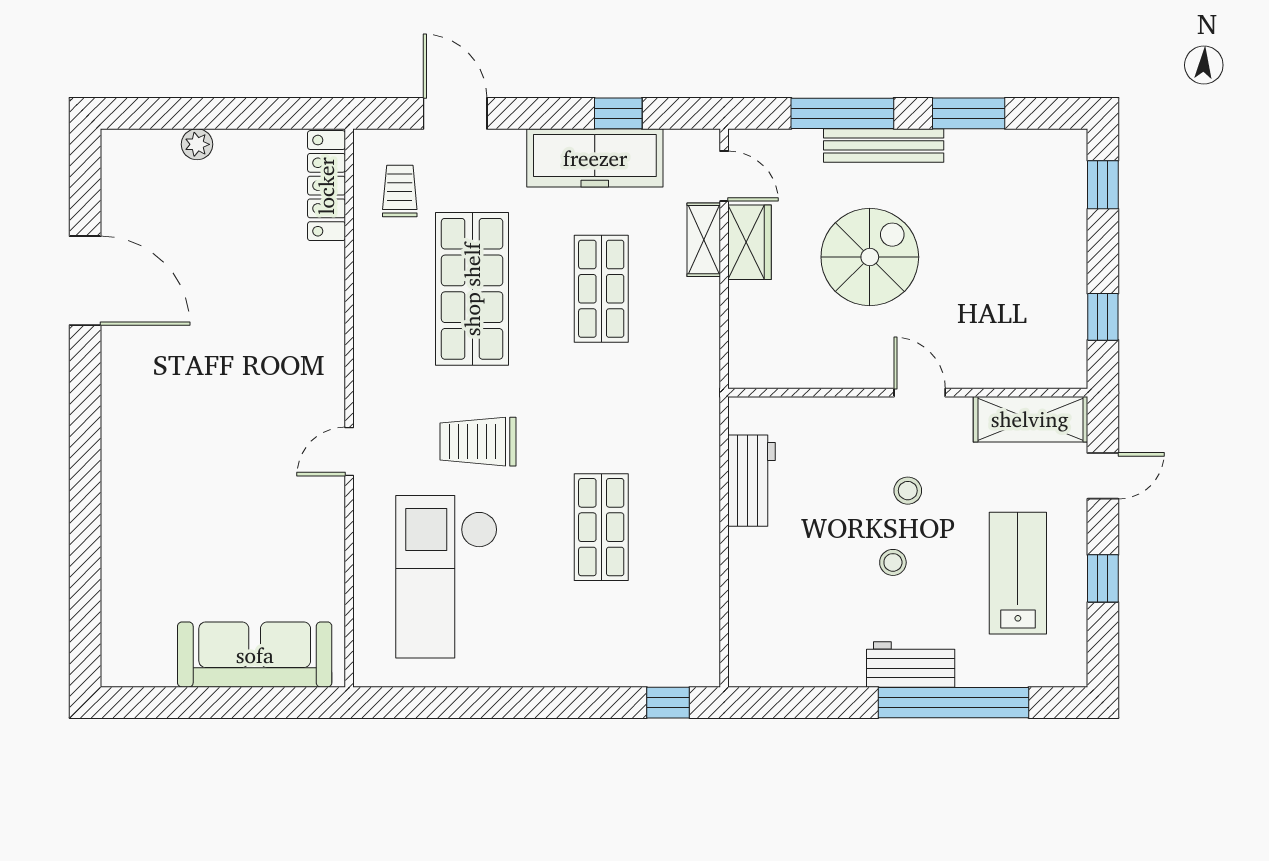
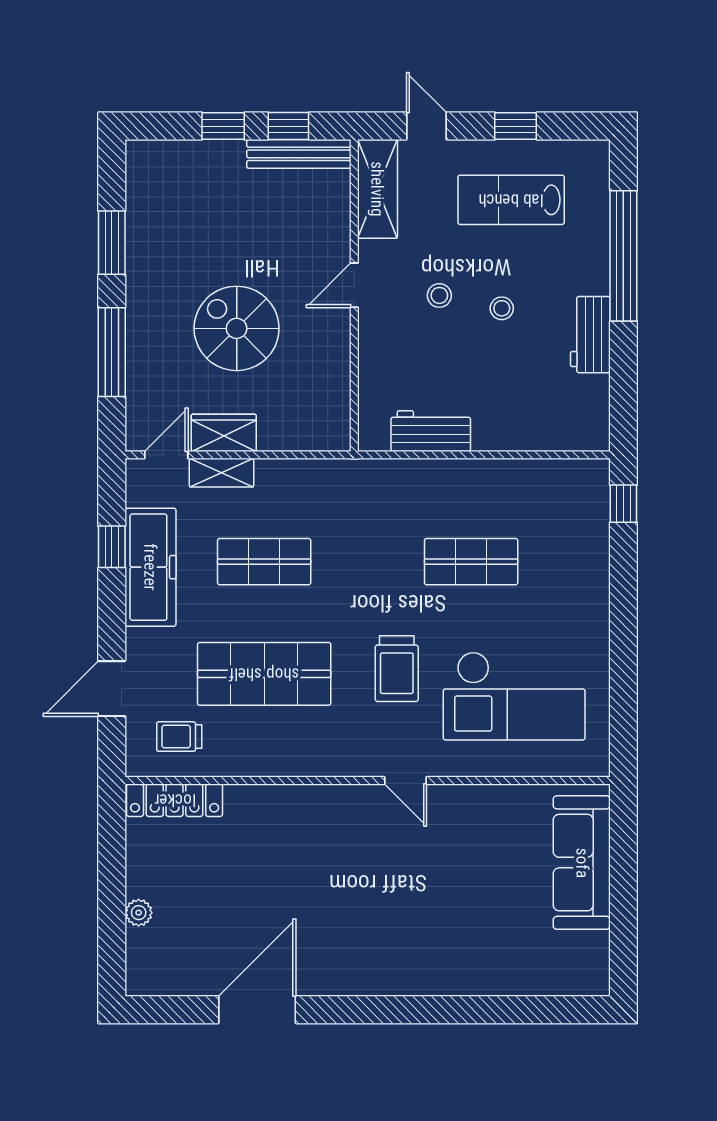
bench: (884, 145) -> (299, 154), moved, turned 90
window: (1103, 185) -> (223, 126), moved
workbench: (911, 665) -> (590, 335), moved

